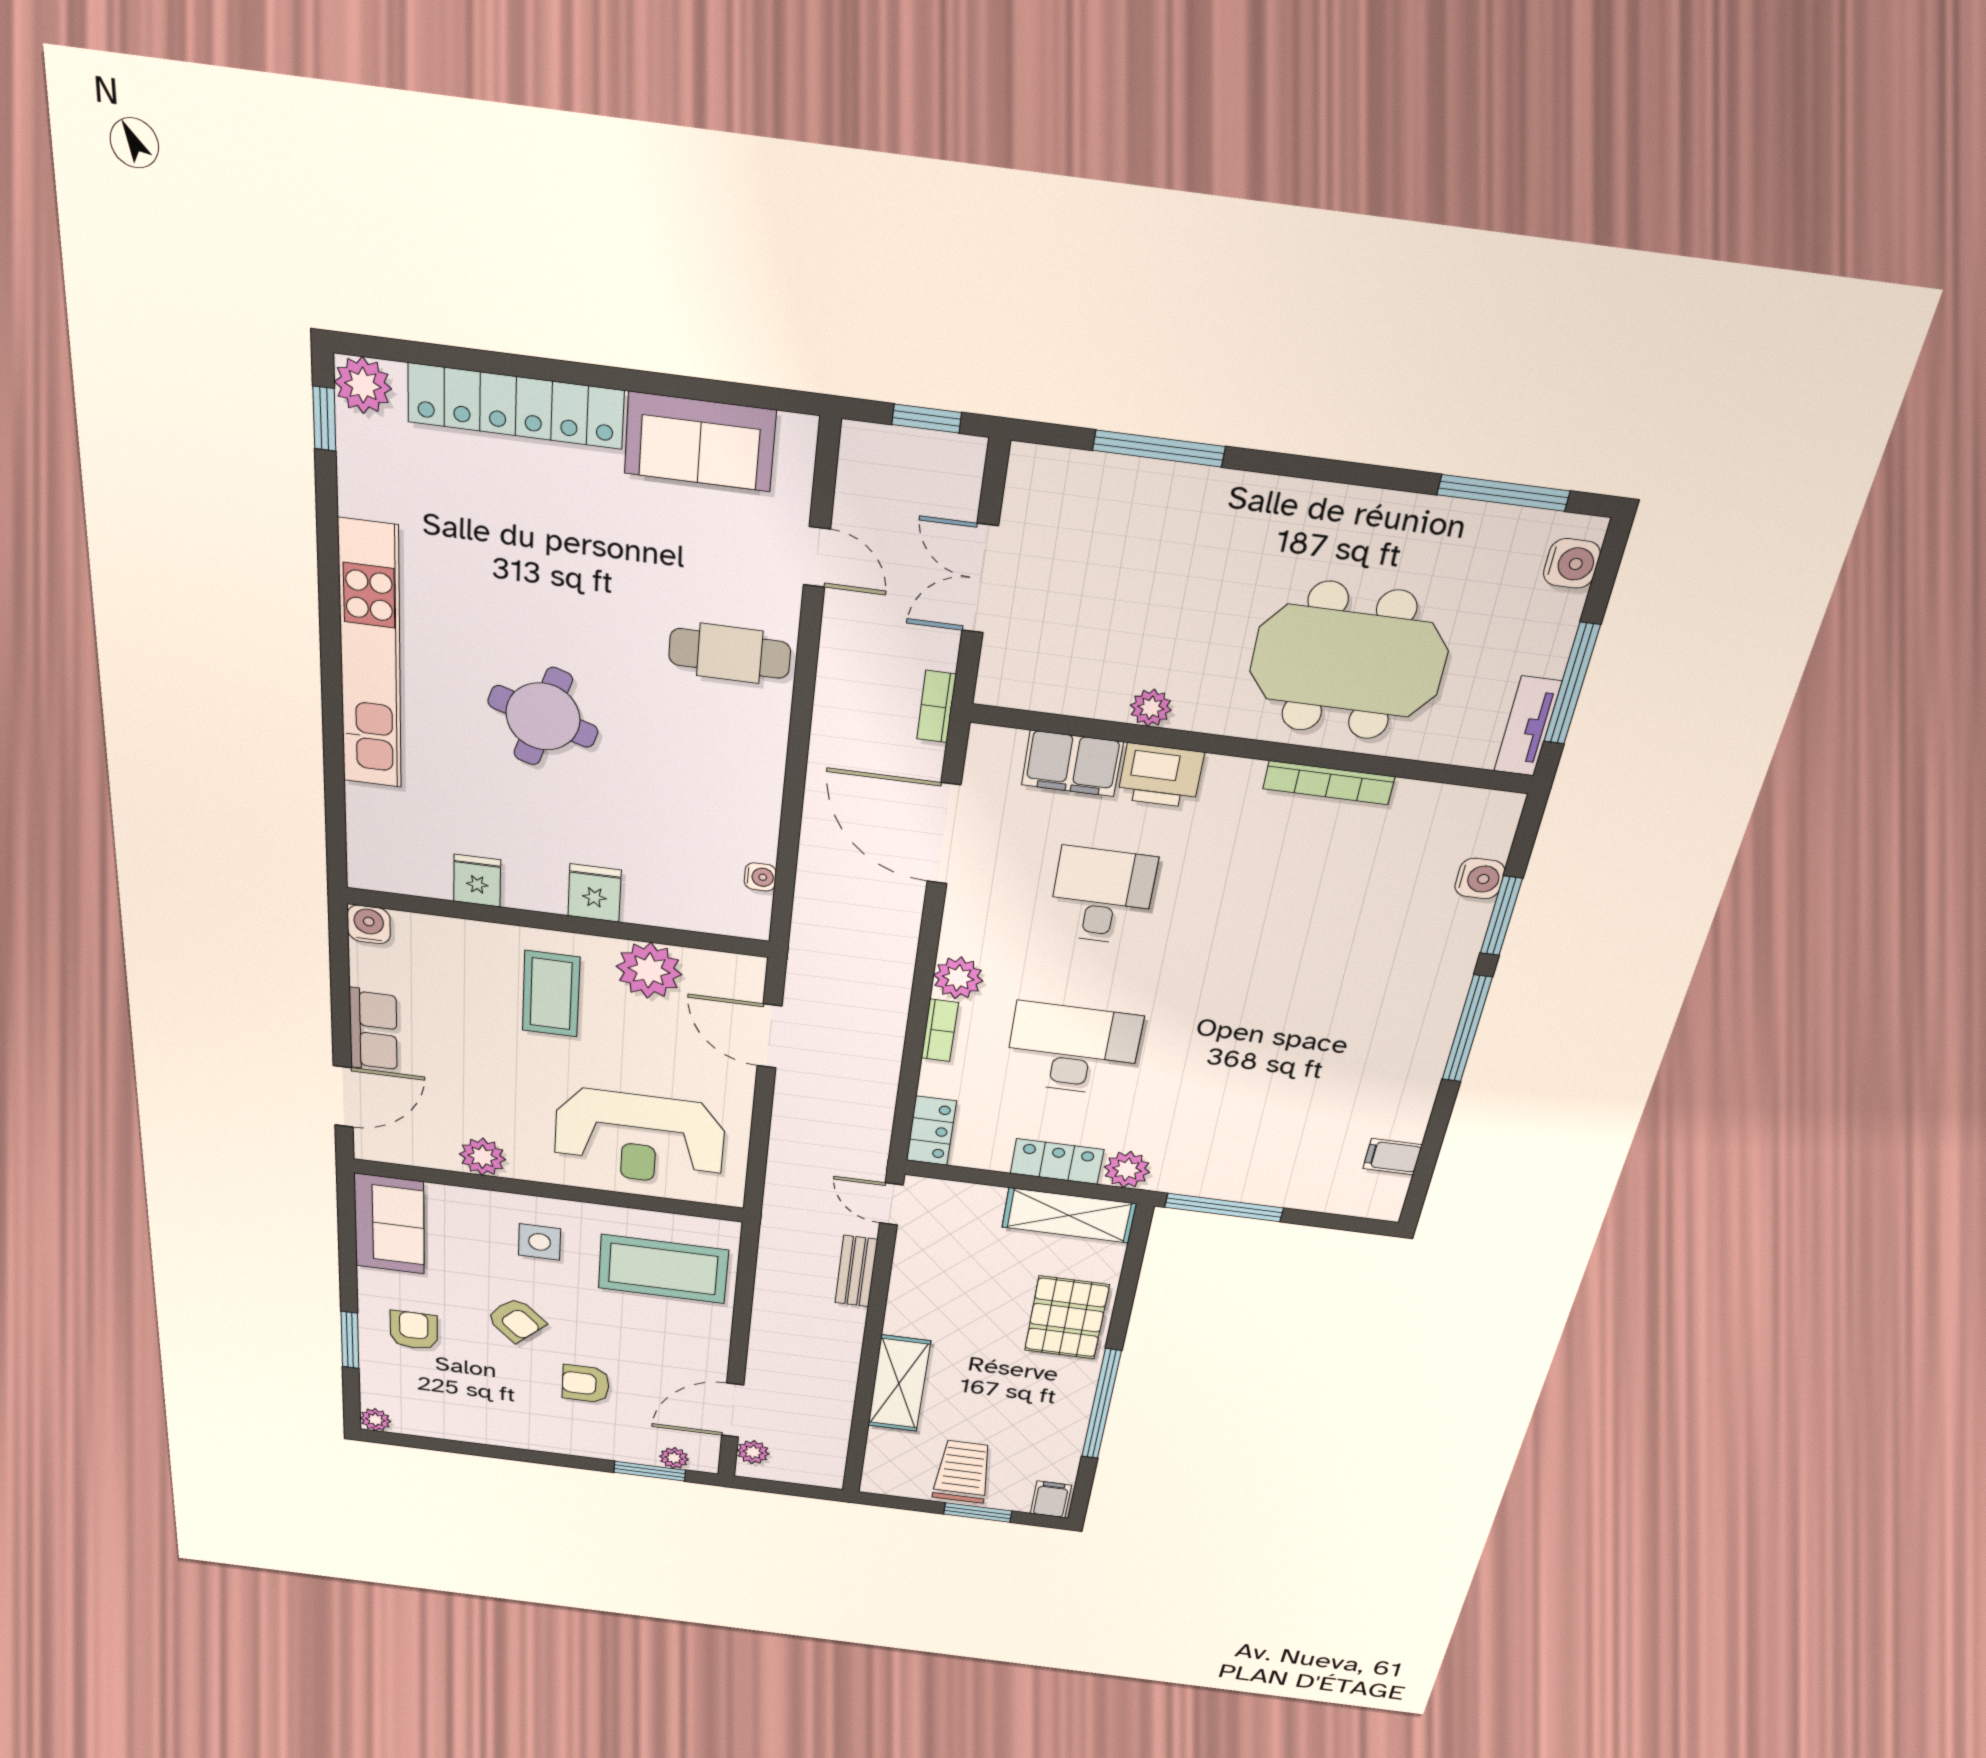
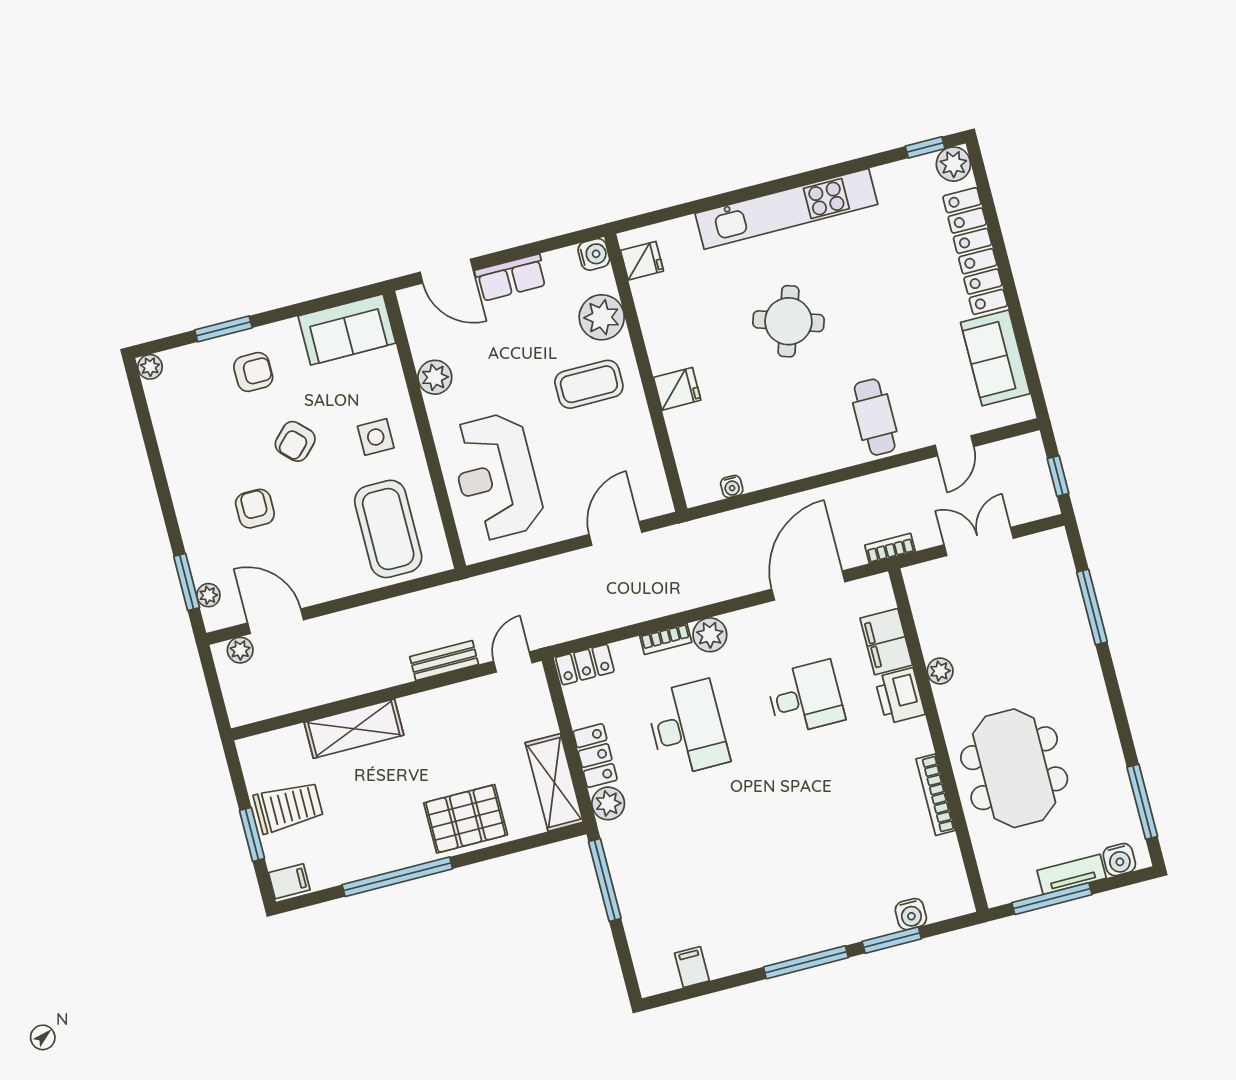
tv unit: (1528, 726) -> (1072, 874), moved
fridge: (477, 881) -> (642, 261), moved
plant: (649, 970) -> (602, 317), moved

